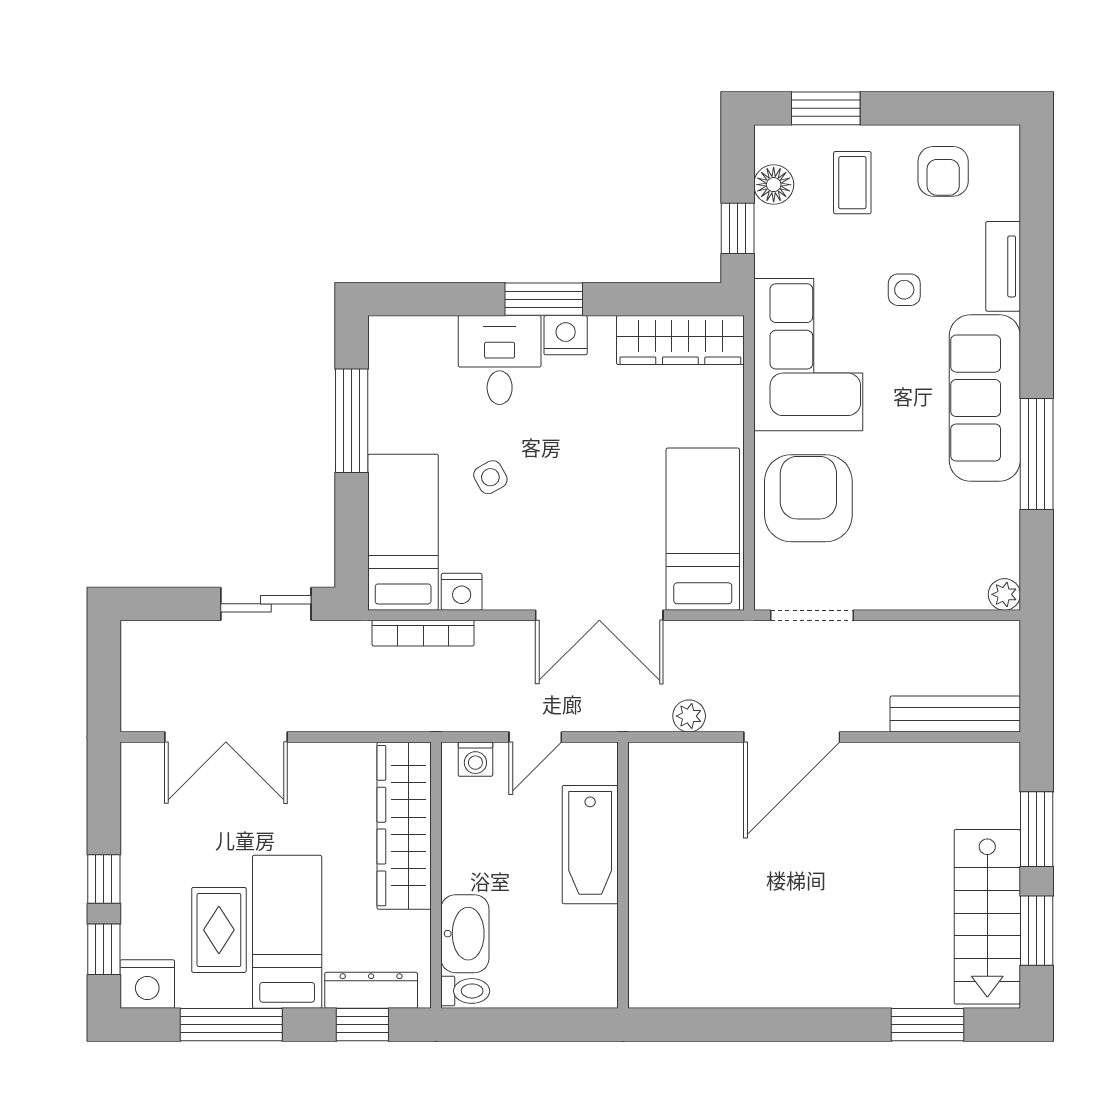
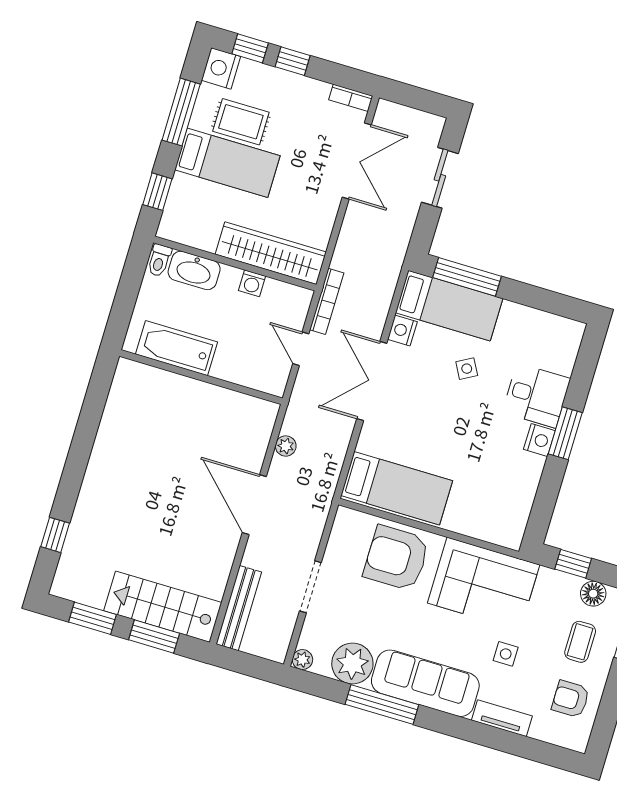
coffee table: (852, 183) -> (580, 642), turned 90
wardrobe: (680, 340) -> (516, 509), removed
window: (352, 421) -> (467, 277), moved
armchair: (808, 498) -> (396, 558), turned 180
plant: (988, 517) -> (352, 664), added
sliding door: (266, 604) -> (440, 178), moved
double door: (599, 615) -> (372, 381), moved
doorway: (812, 615) -> (310, 587), moved
bookcase: (423, 633) -> (327, 301), moved, turned 180
double door: (226, 737) -> (357, 161), swing flipped
washing machine: (475, 759) -> (252, 283), moved, turned -90
bookcase: (133, 775) -> (351, 98), added
bathtub: (590, 845) -> (177, 348), moved
stairs: (987, 917) -> (163, 607), moved
dresser: (371, 990) -> (177, 203), removed
window: (927, 1025) -> (55, 535), width x0.67

